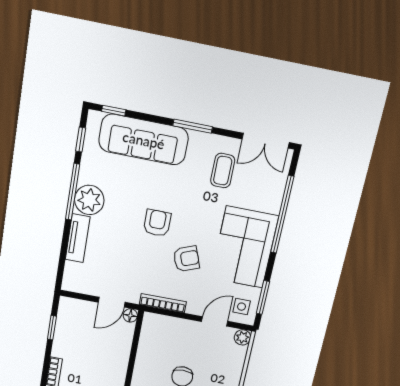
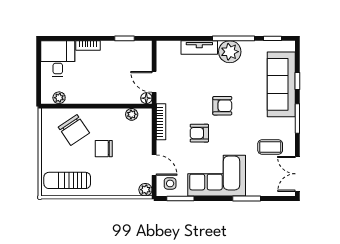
window: (114, 111) -> (297, 81), moved
window: (282, 215) -> (247, 198), width x0.47
armchair: (186, 259) -> (199, 133), turned 111
plant: (147, 337) -> (132, 114), added

